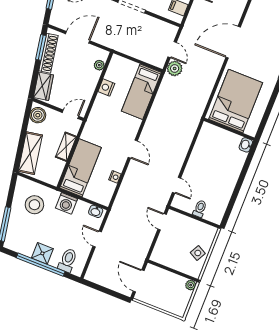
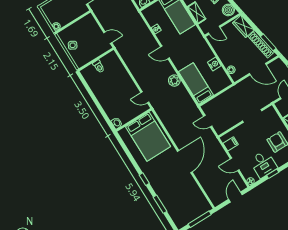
door: (78, 37) -> (258, 69), hinge flipped
plant: (175, 68) -> (174, 81), moved
door: (71, 114) -> (214, 30), hinge flipped
door: (177, 185) -> (145, 97), moved

